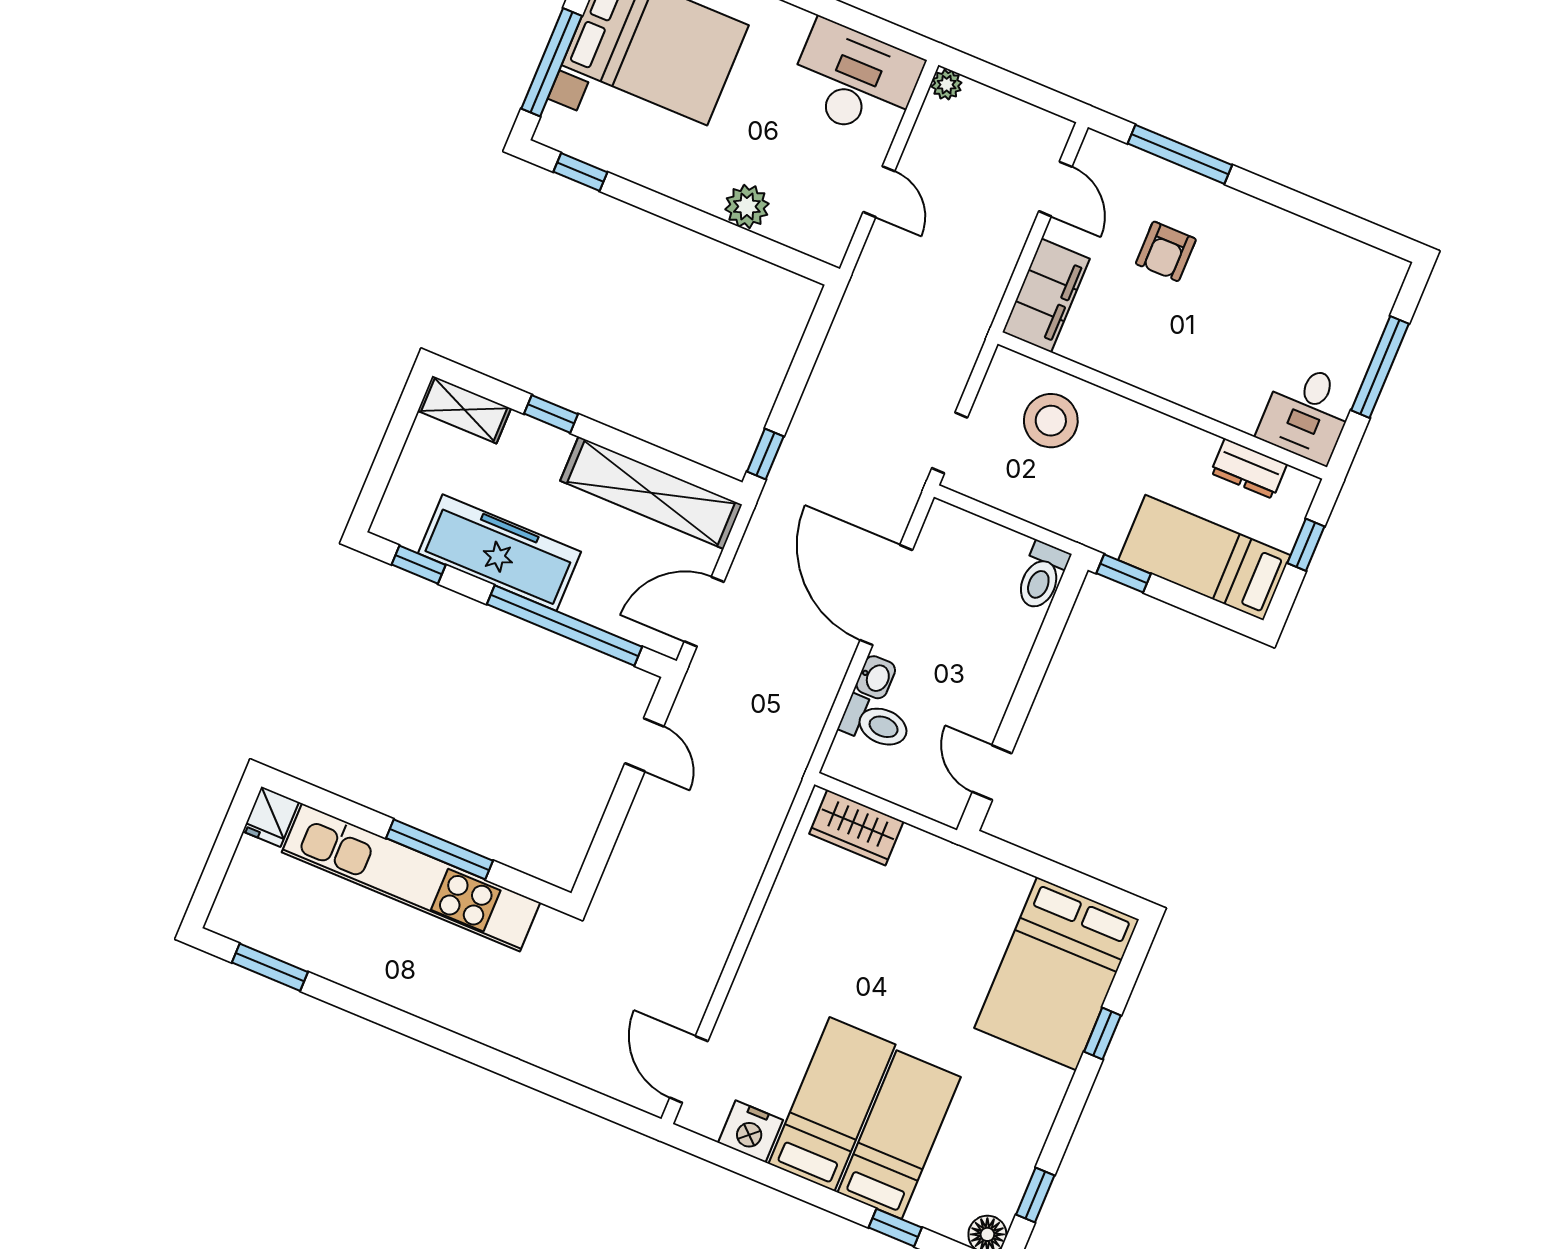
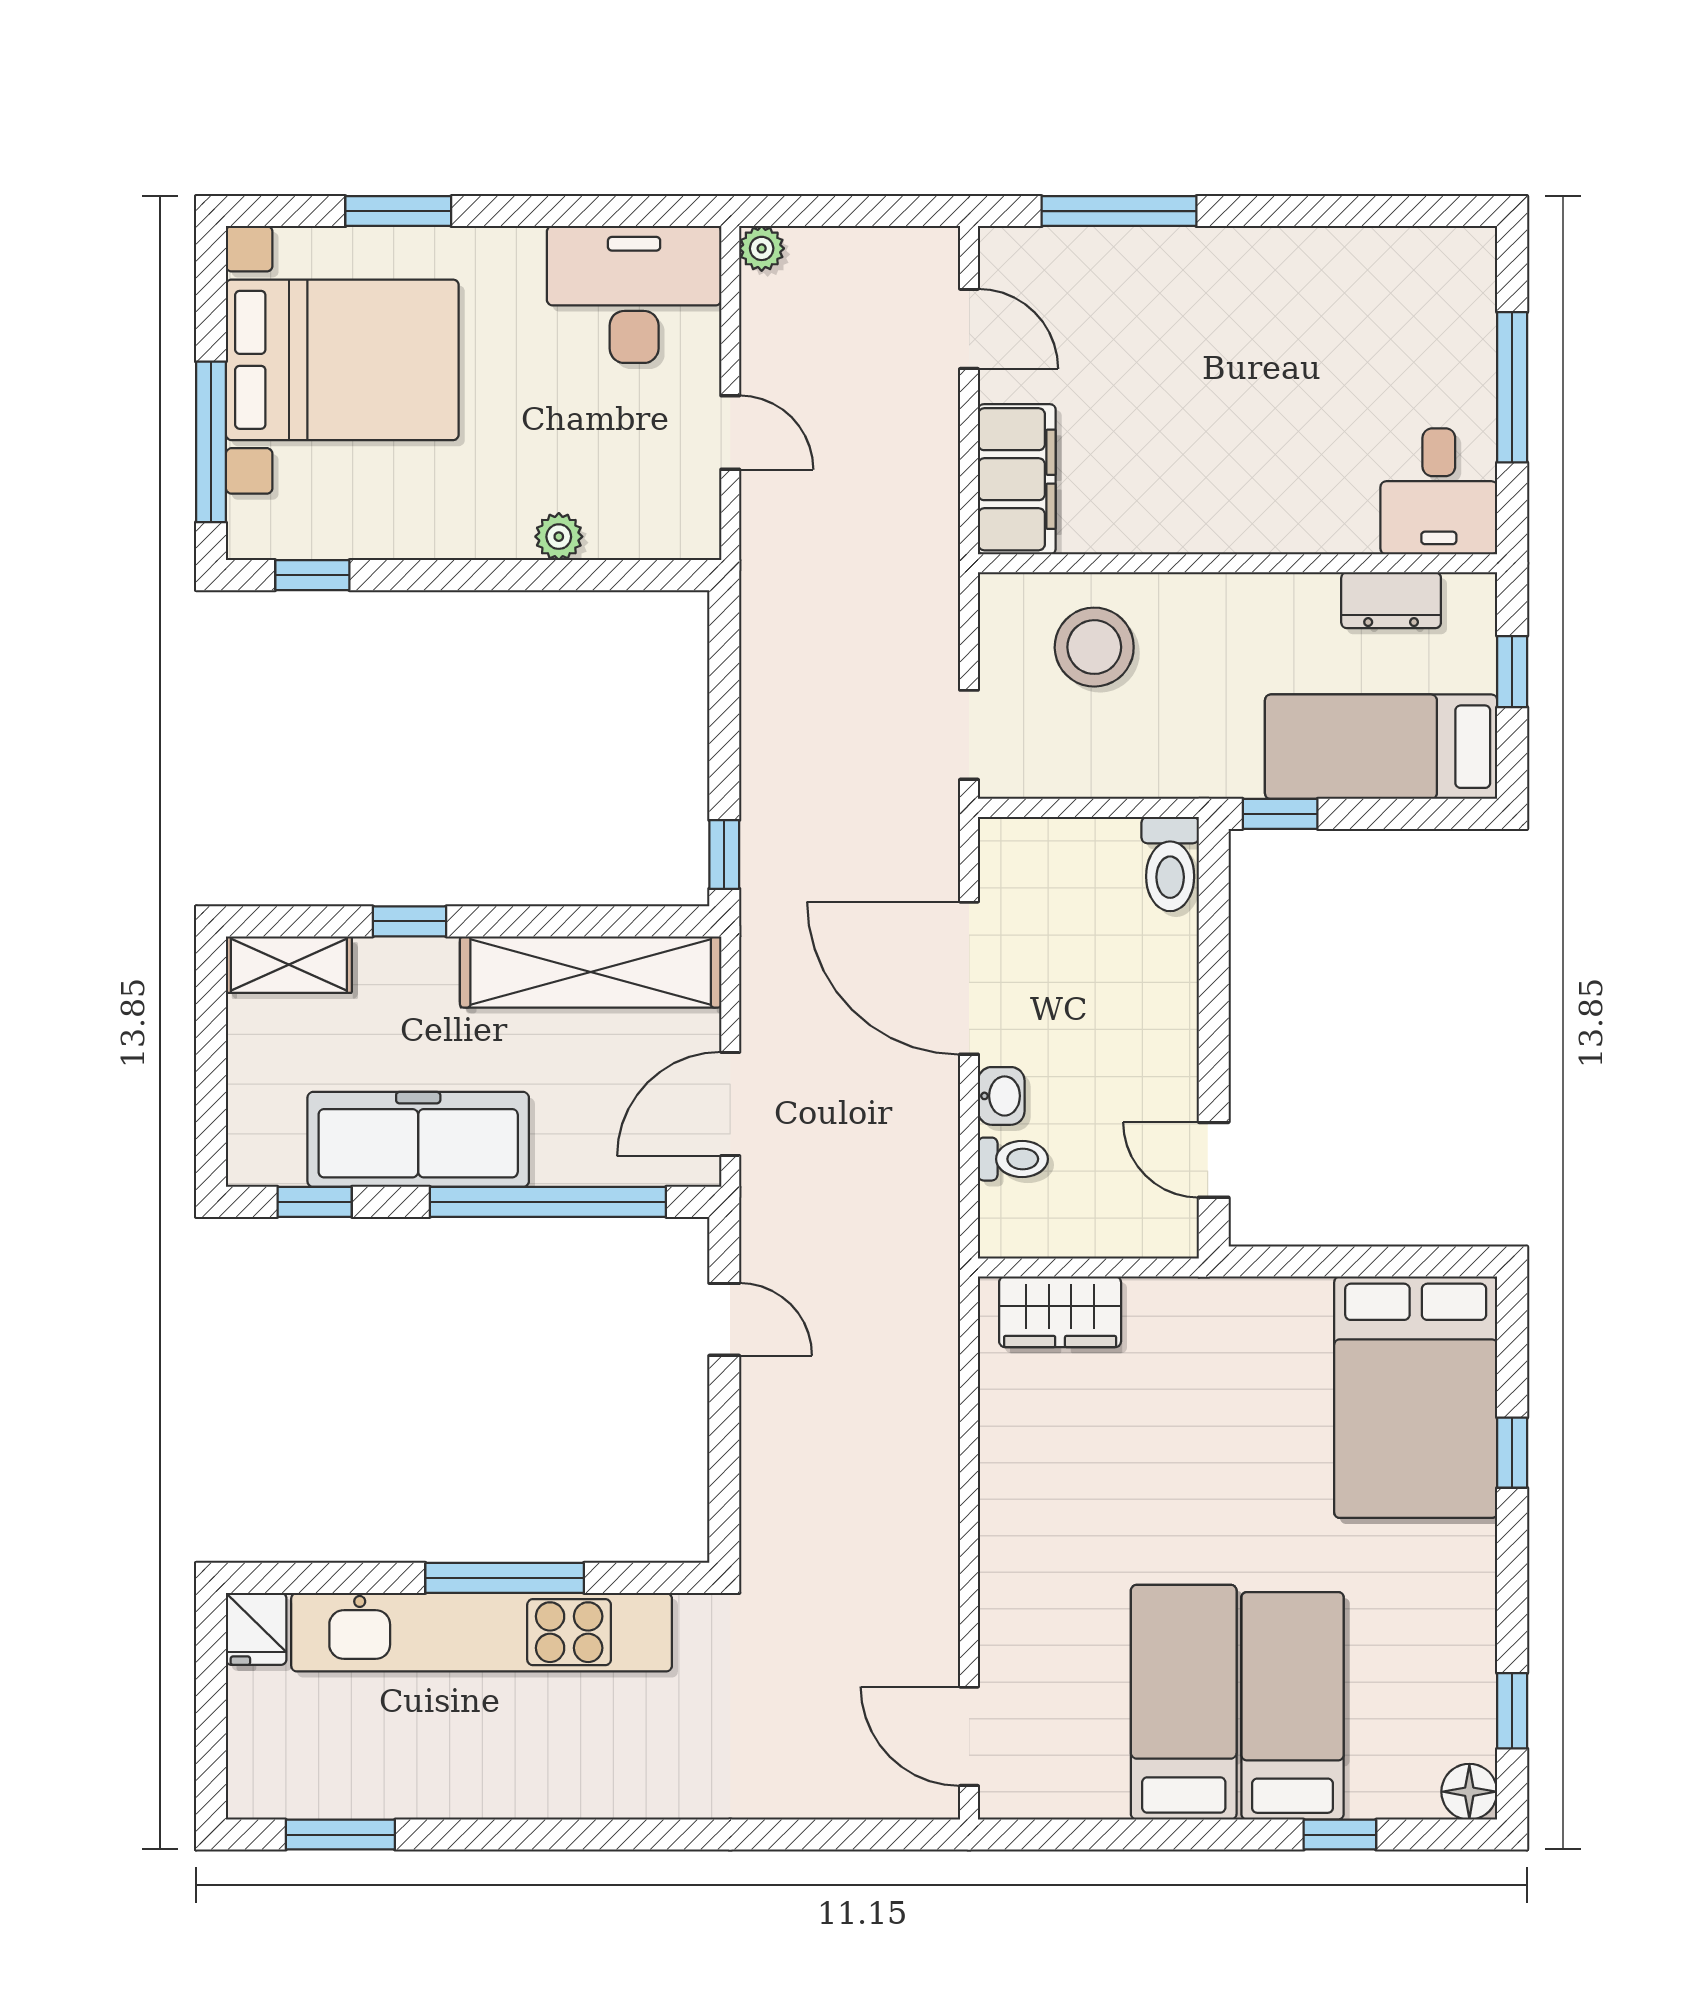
plant: (747, 206) -> (559, 537), width x0.73, depth x0.73
armchair: (1166, 251) -> (1155, 351), removed
toilet: (875, 723) -> (1013, 1159), width x0.73, depth x0.72
nightstand: (751, 1131) -> (1088, 1786), removed

